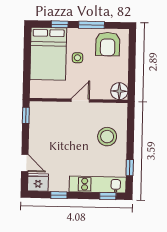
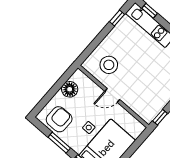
floor lamp: (119, 91) -> (70, 89), moved
stool: (107, 137) -> (109, 65), moved

